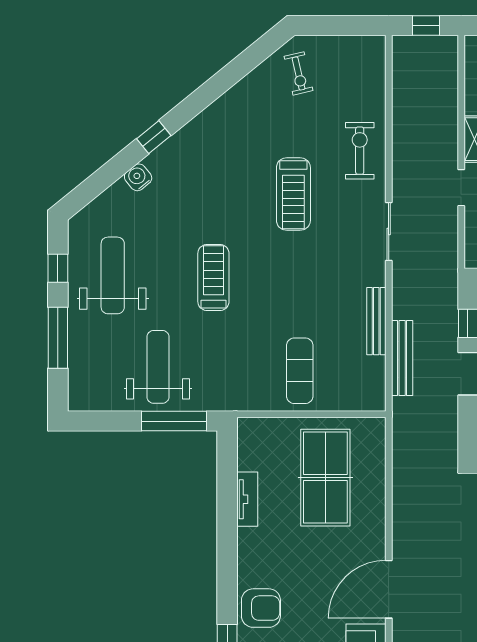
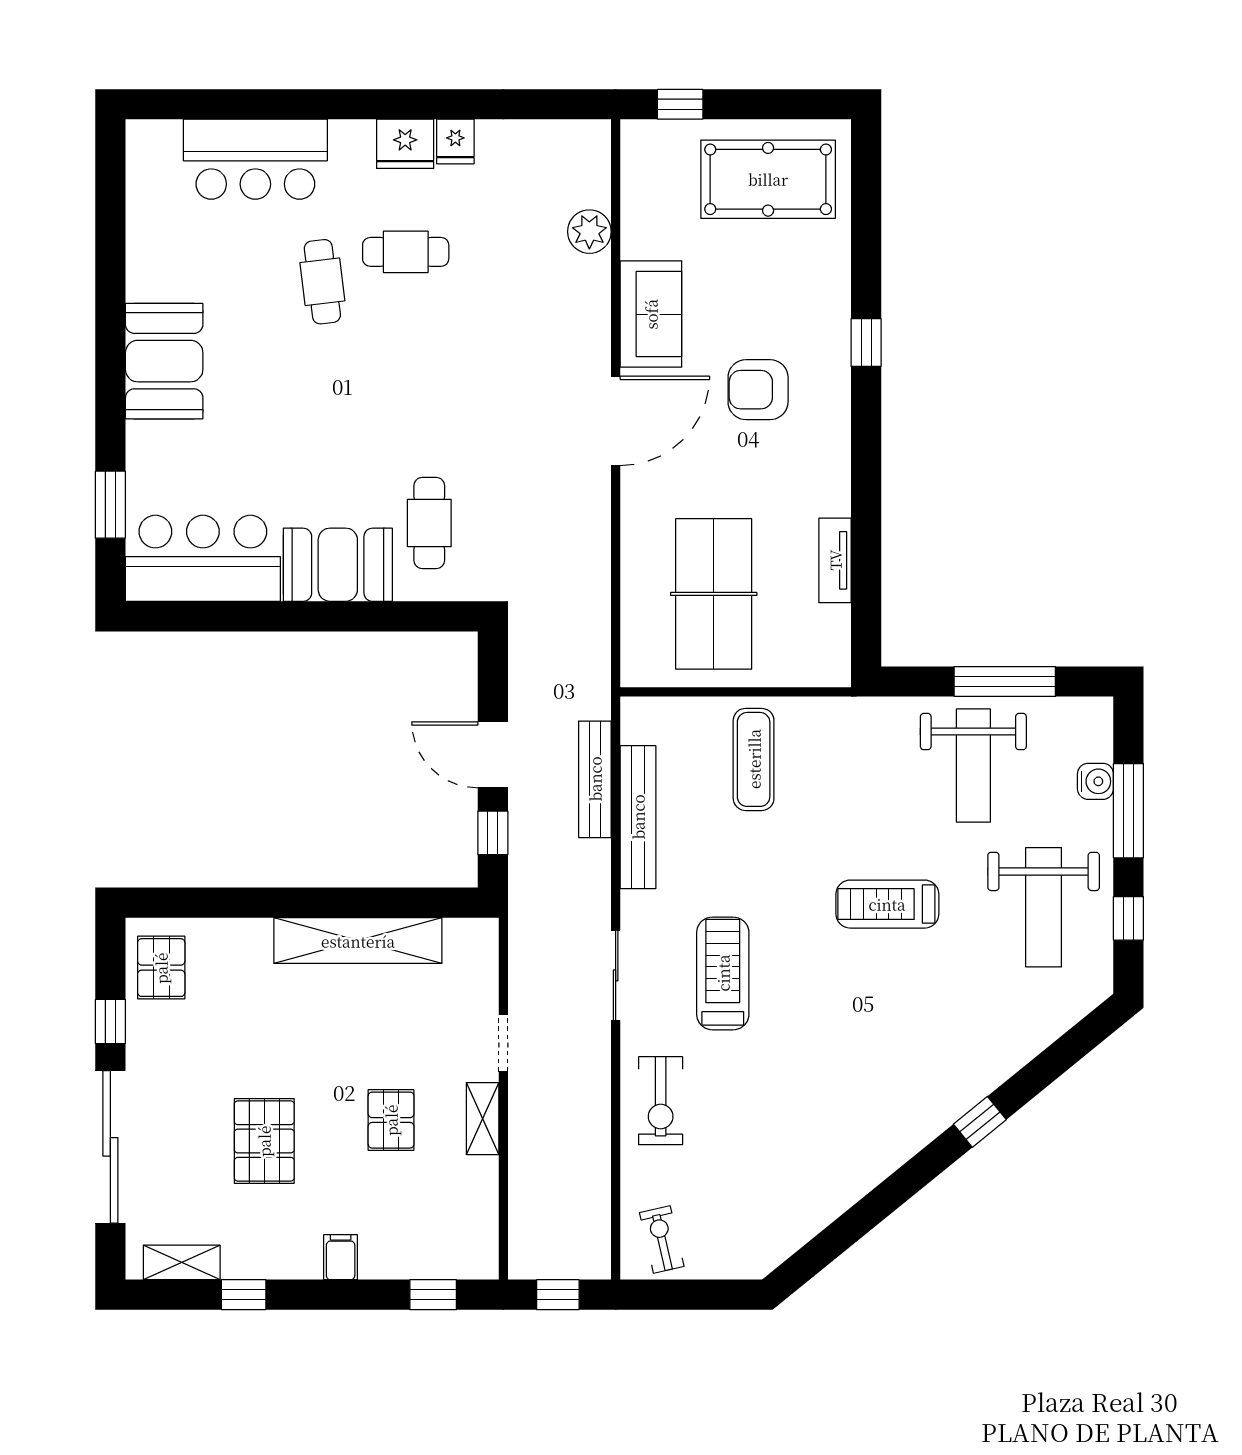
exercise bike: (299, 73) -> (662, 1240), moved
water cooler: (138, 177) -> (1095, 781), moved, turned -51
treadmill: (293, 194) -> (723, 973), moved
treadmill: (213, 278) -> (887, 904), turned 90
bench: (376, 321) -> (638, 817), width x1.37, depth x1.21
window: (174, 421) -> (1005, 681), moved
armchair: (261, 608) -> (758, 390), moved

